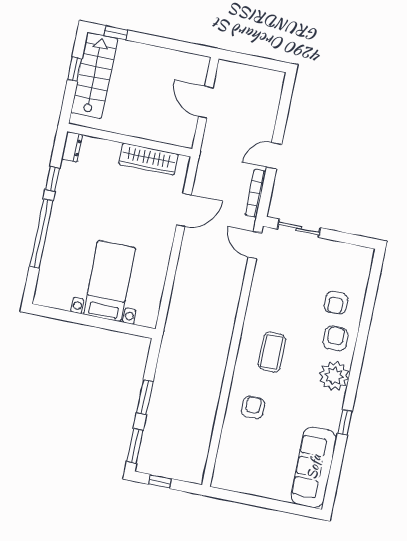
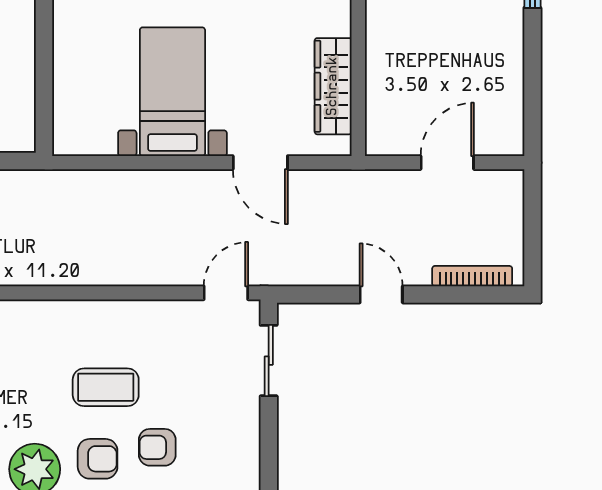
bookcase: (255, 193) -> (472, 276), moved
bed with nightstands: (109, 281) -> (172, 92), moved, turned -90
coffee table: (272, 352) -> (106, 387), moved

